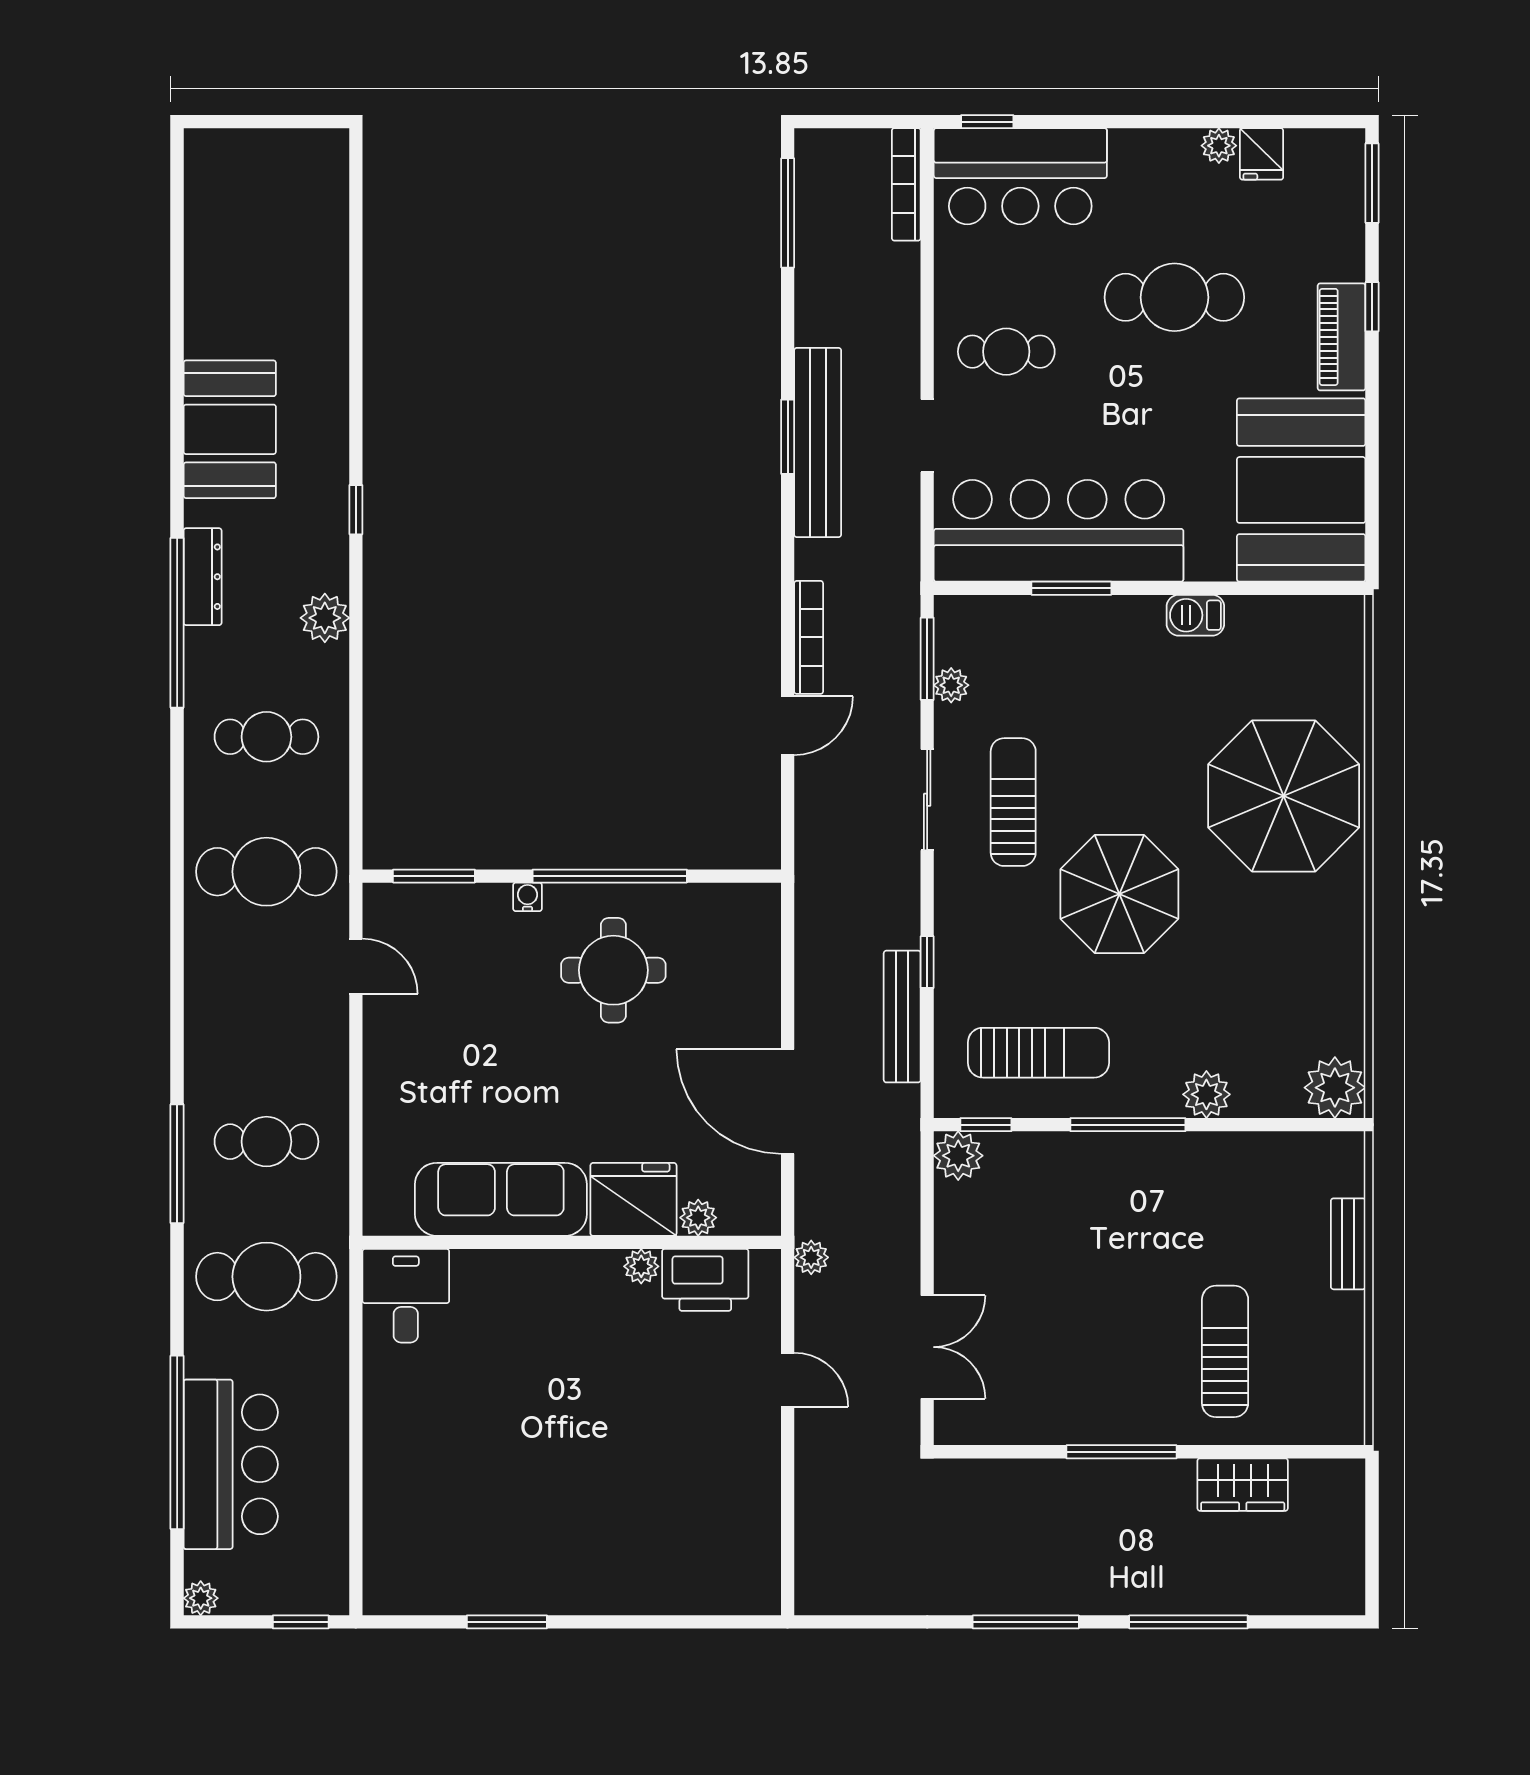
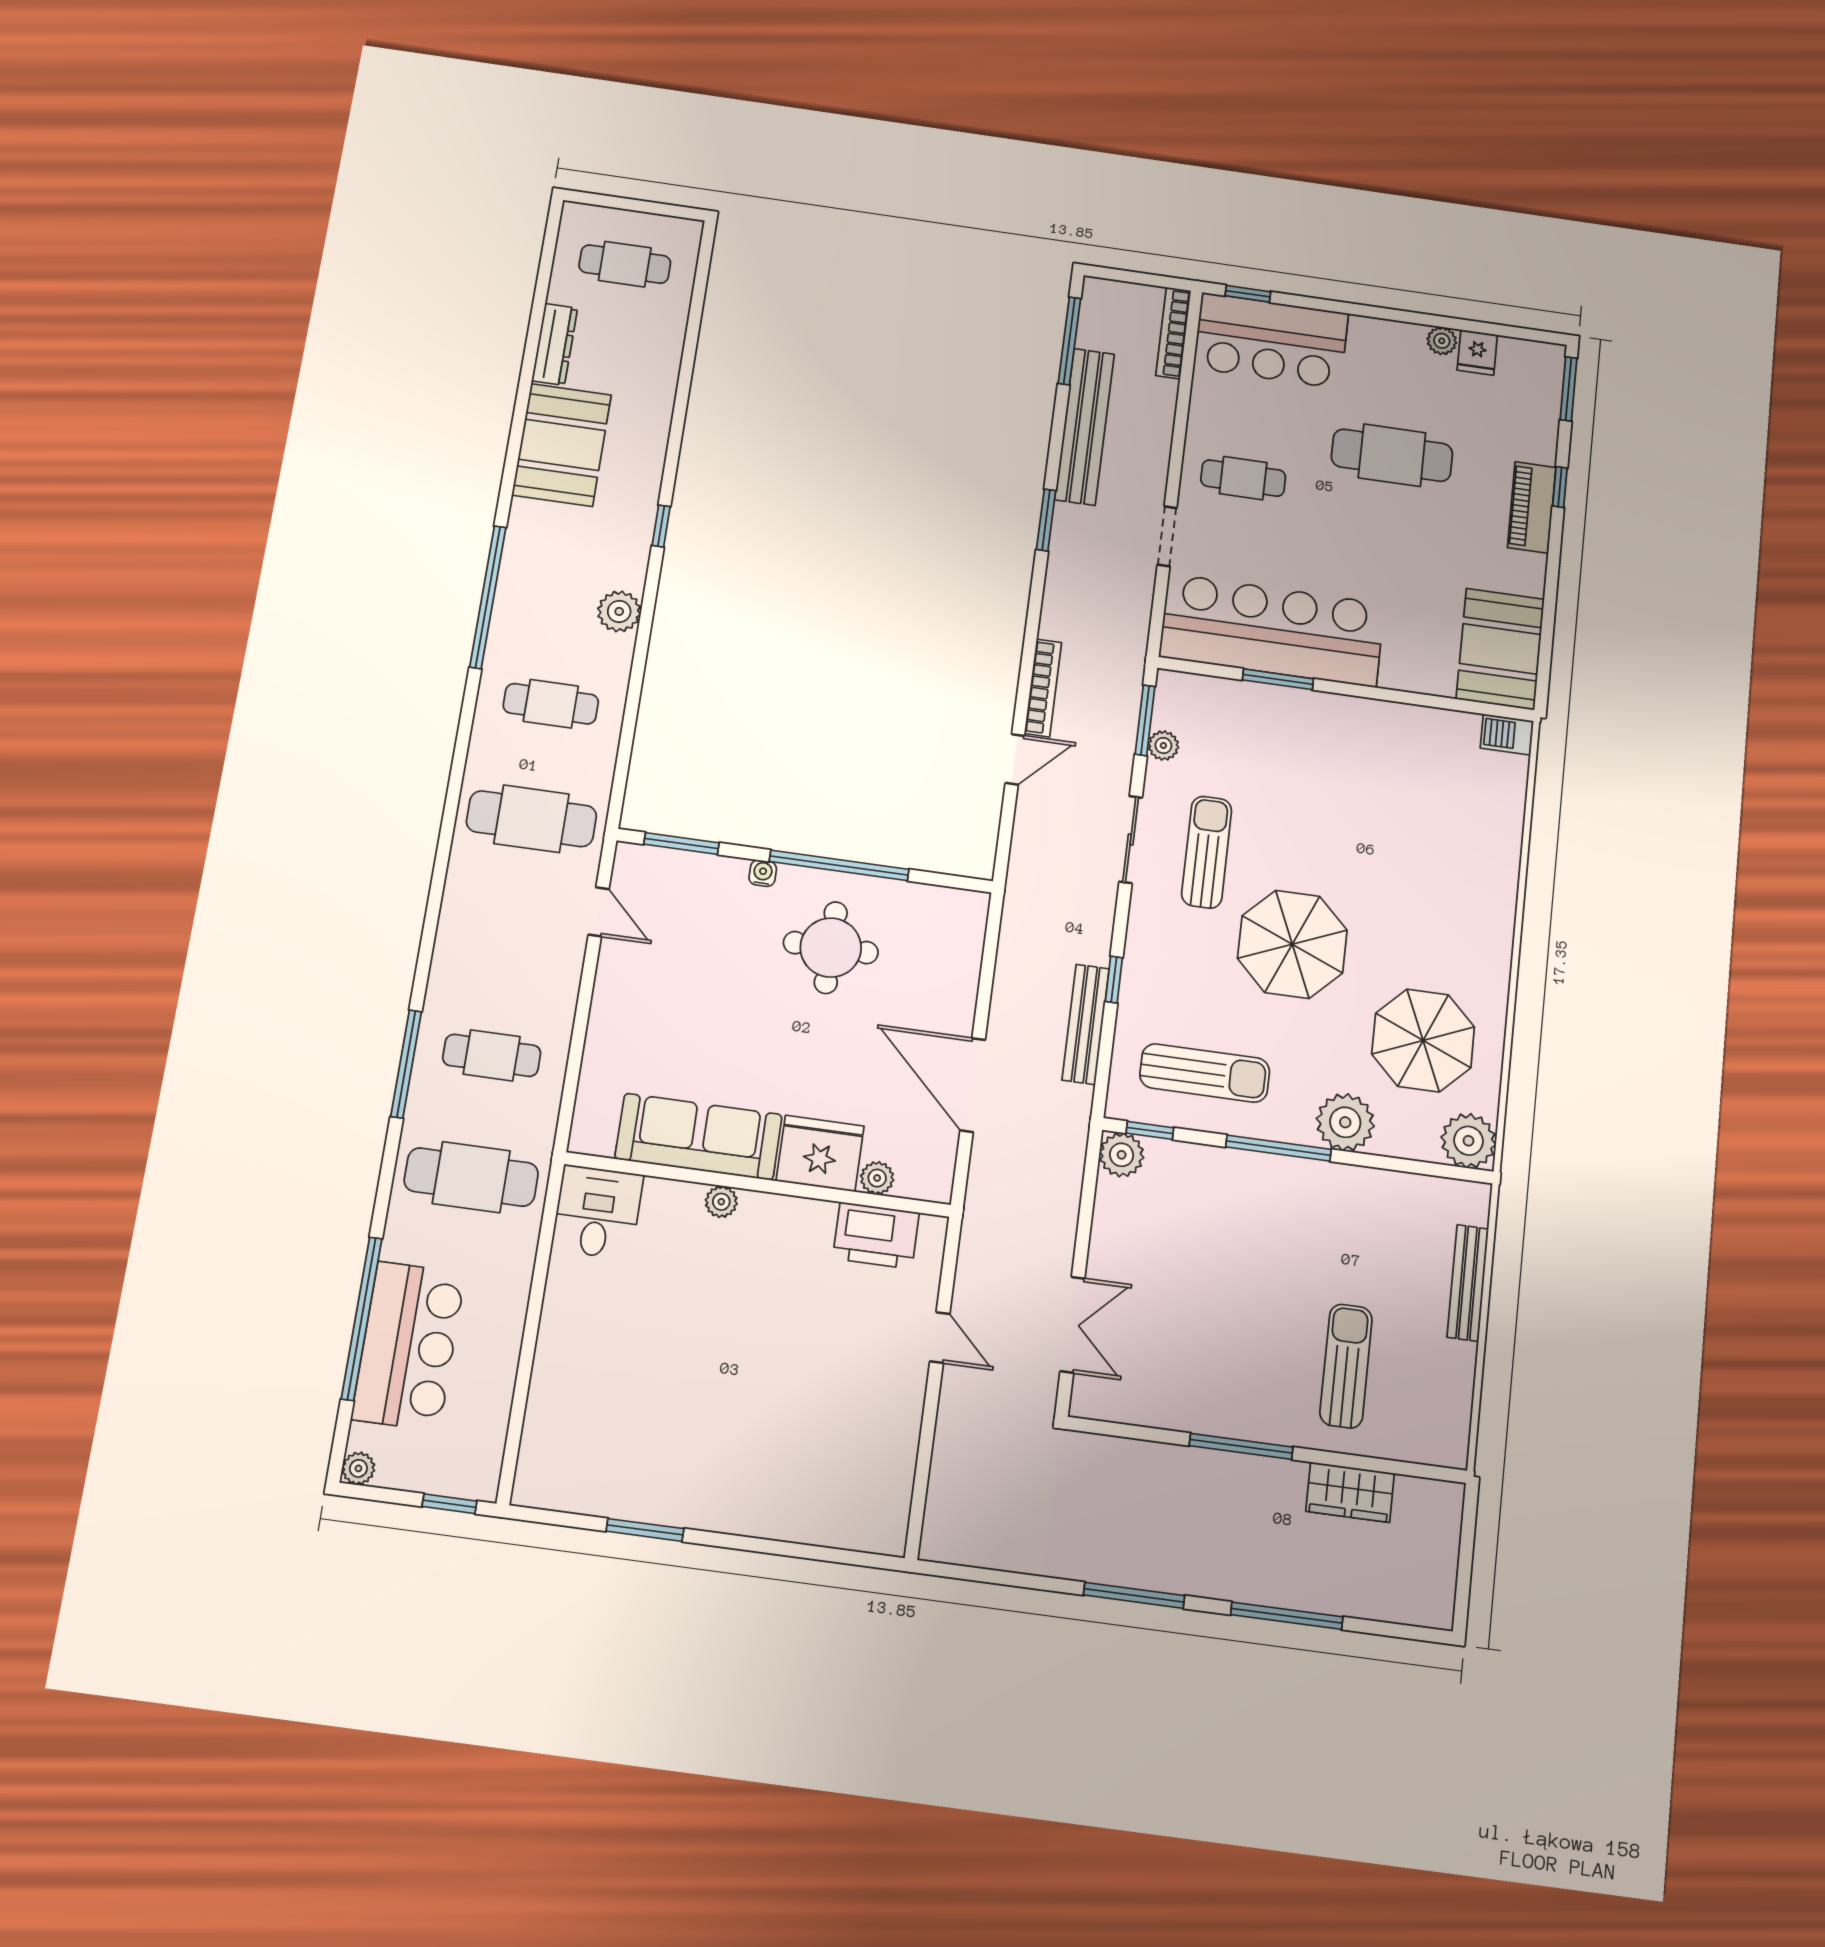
cafe table: (266, 197) -> (625, 264), added
bench: (818, 443) -> (1085, 427), moved
booth: (1301, 490) -> (1500, 649), width x0.73, depth x0.70
dresser: (203, 577) -> (555, 344), moved
barbecue: (1195, 615) -> (1507, 734), moved
parasol: (1284, 796) -> (1423, 1040), moved, width x0.73, depth x0.73
plant: (1206, 1094) -> (1345, 1122), width x1.36, depth x1.36
bench: (1348, 1244) -> (1468, 1283), width x1.36
plant: (811, 1257) -> (976, 1228), removed
plant: (641, 1266) -> (721, 1202), moved

